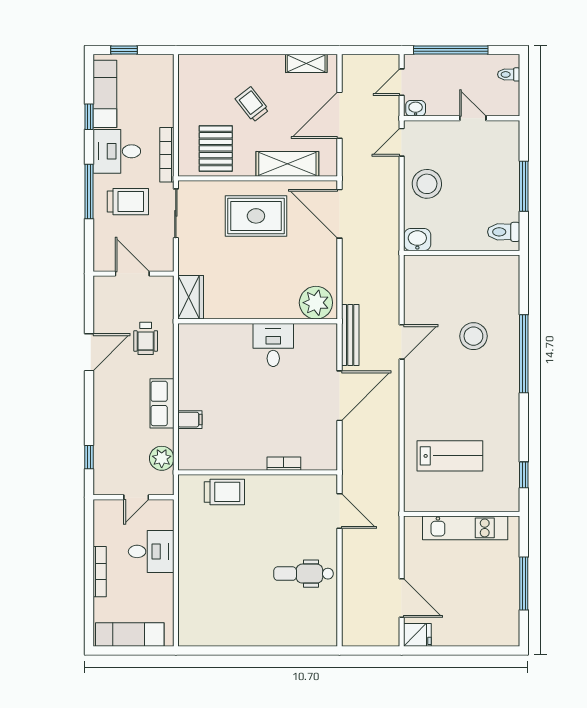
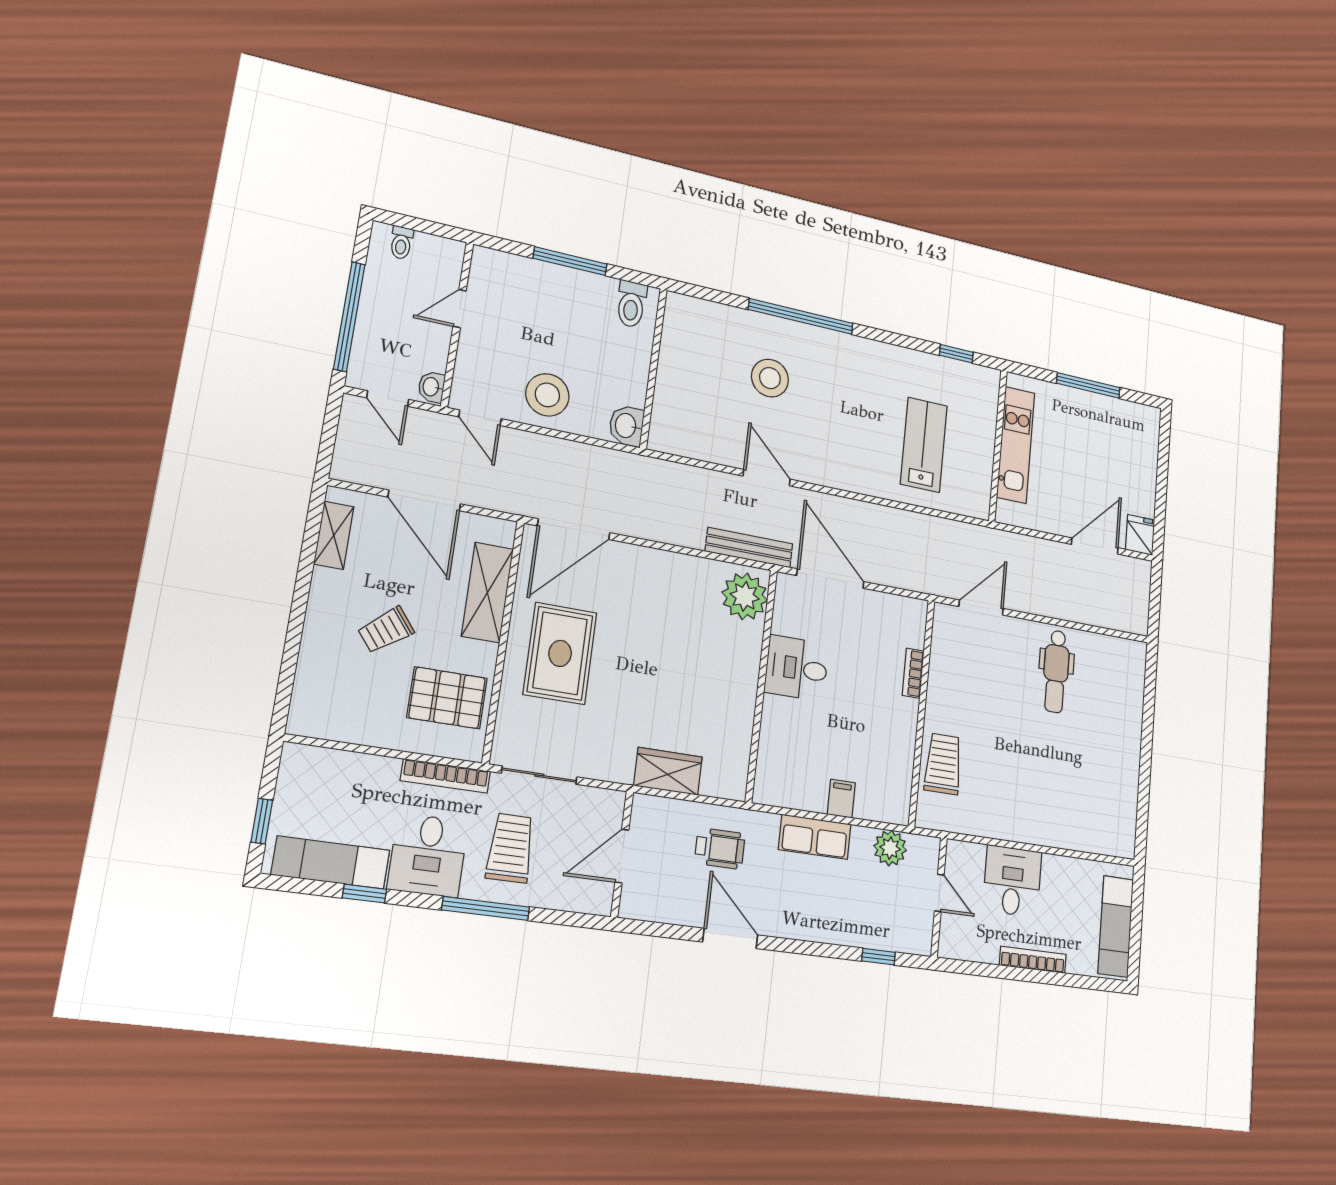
plant: (316, 303) -> (745, 596), moved
wall: (258, 321) -> (761, 685), moved
desk: (273, 345) -> (797, 668), moved

